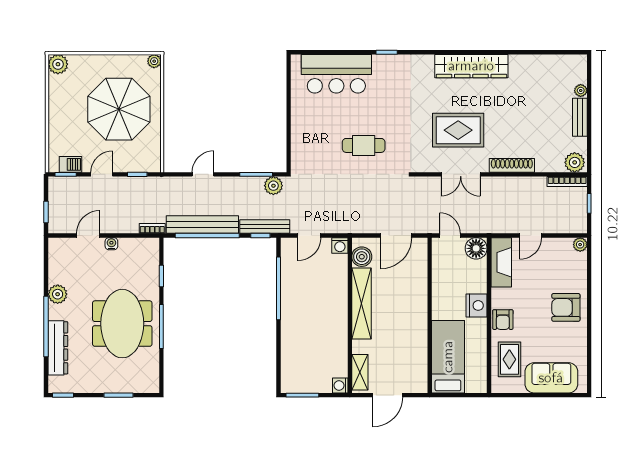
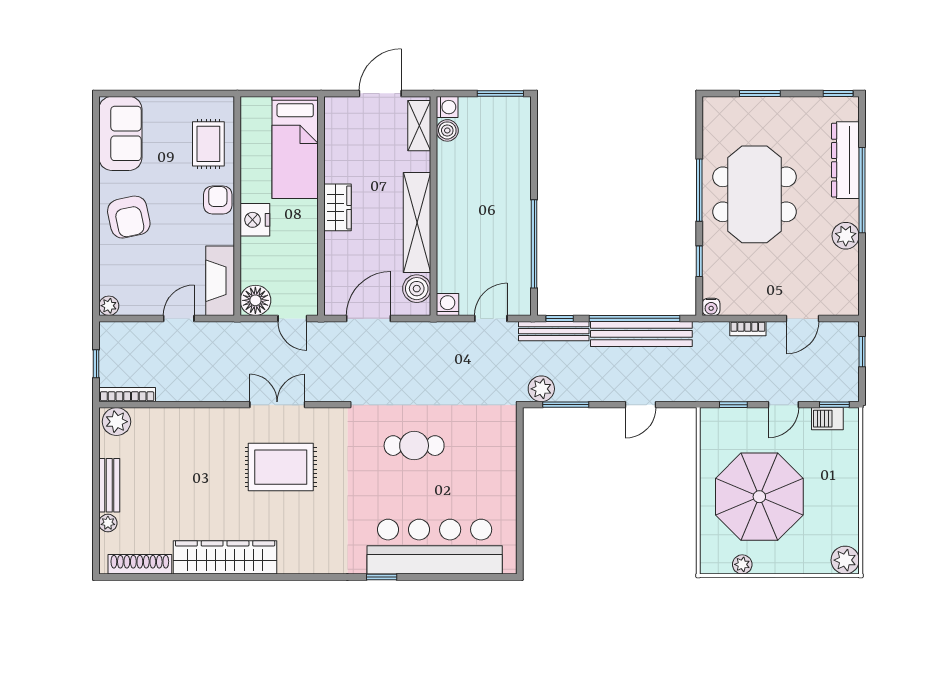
plant: (154, 61) -> (742, 564), moved
wardrobe: (471, 66) -> (225, 557), moved
bar counter: (336, 74) -> (435, 547), width x1.36
shoe rack: (512, 165) -> (140, 564), moved, turned 180
bookcase: (152, 228) -> (748, 329), moved
water cooler: (111, 244) -> (711, 307), moved
armchair: (566, 307) -> (129, 217), turned 78
wardrobe: (418, 314) -> (338, 207), added
boiler: (340, 369) -> (447, 130), added
sofa: (551, 378) -> (120, 133), moved, turned -90

